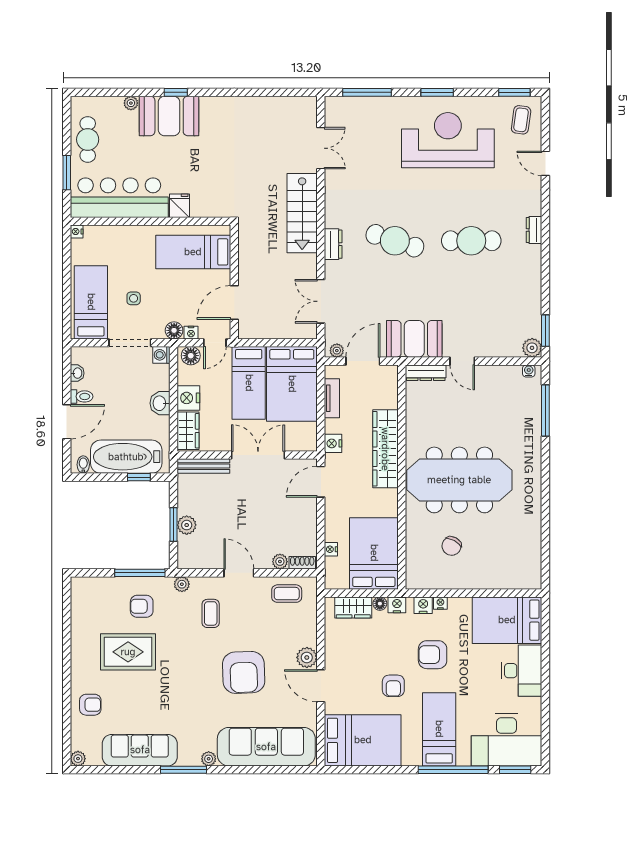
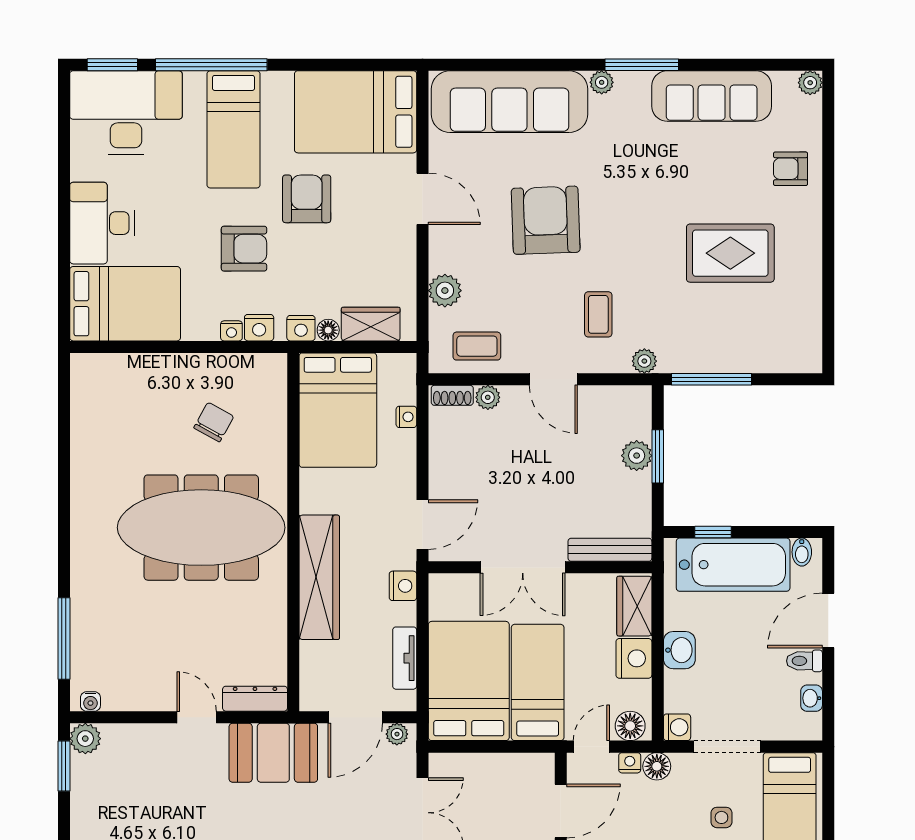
armchair: (142, 606) -> (708, 326), removed
plant: (307, 657) -> (445, 291), moved
armchair: (393, 686) -> (307, 199), width x1.38, depth x1.38

